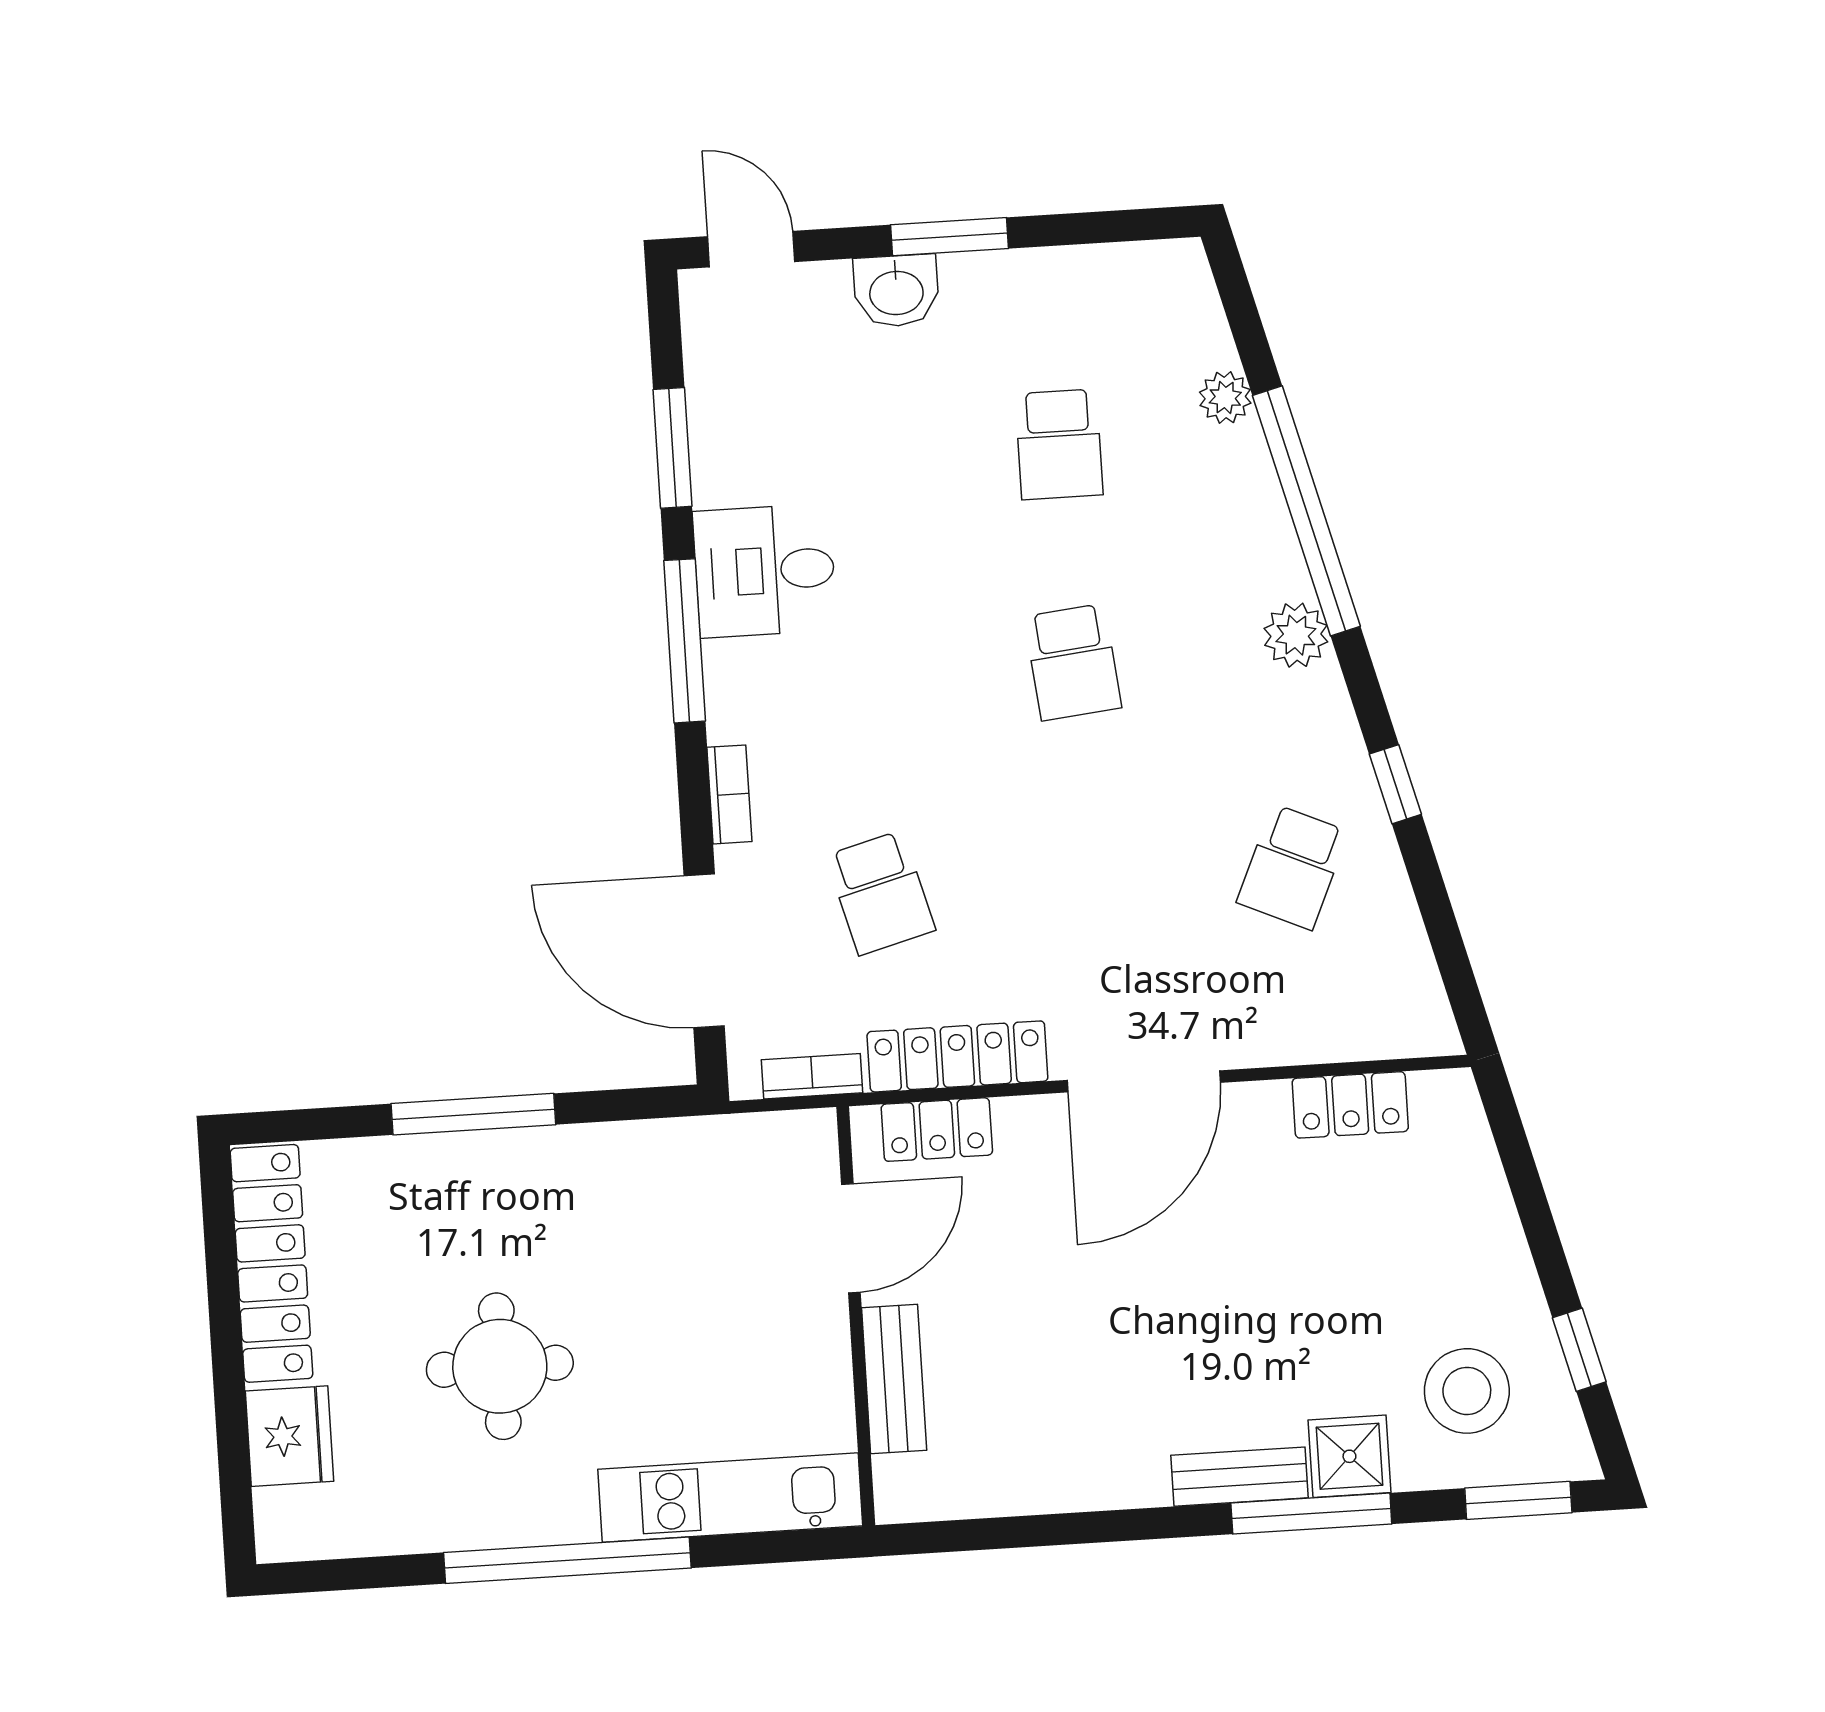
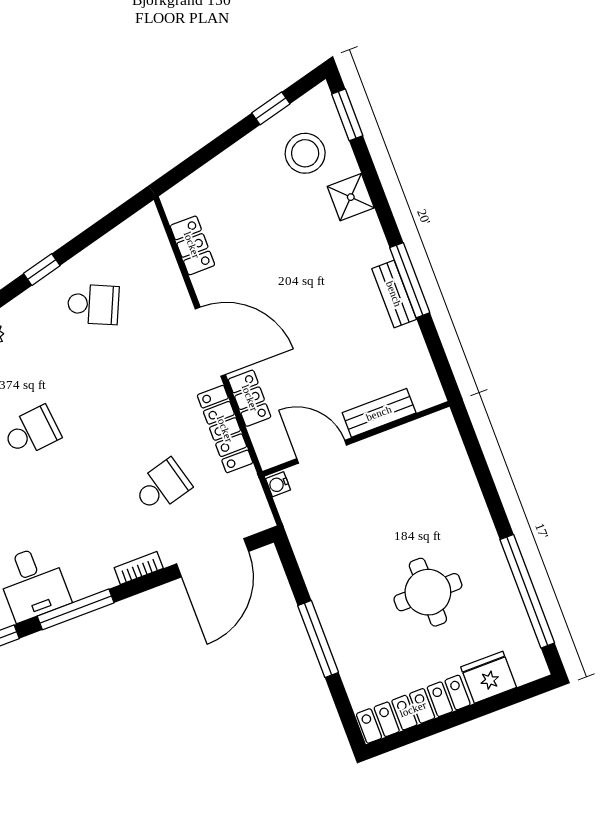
bookcase: (812, 1076) -> (254, 492), removed
water cooler: (812, 1129) -> (278, 484), added
locker: (937, 1130) -> (250, 398), moved
bench: (1239, 1477) -> (394, 294), moved
kitchen unit: (730, 1497) -> (455, 470), removed
window: (1311, 1513) -> (410, 280), moved
window: (567, 1560) -> (527, 591), moved

